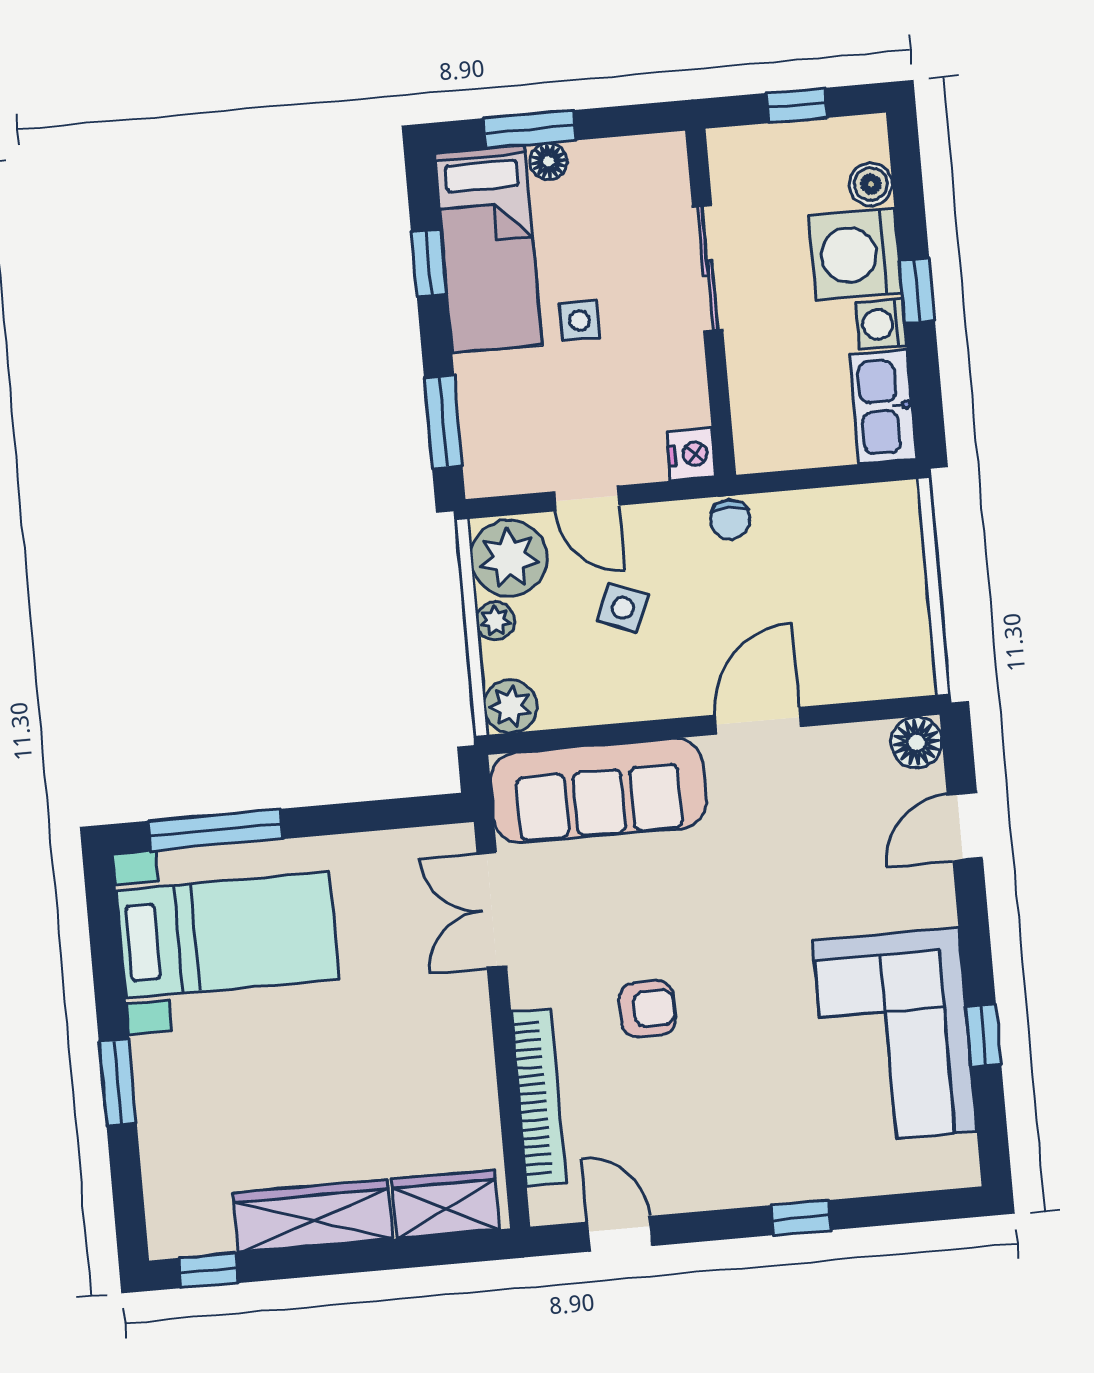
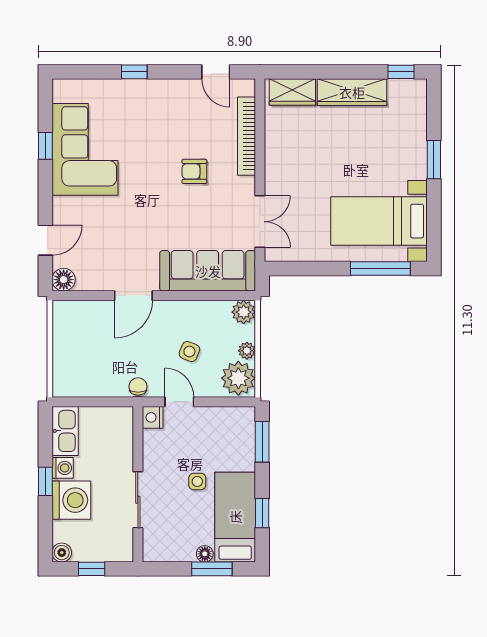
boiler: (871, 184) -> (62, 553), moved
door: (586, 498) -> (179, 402), moved

